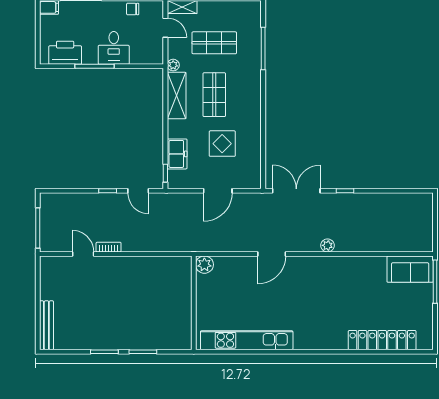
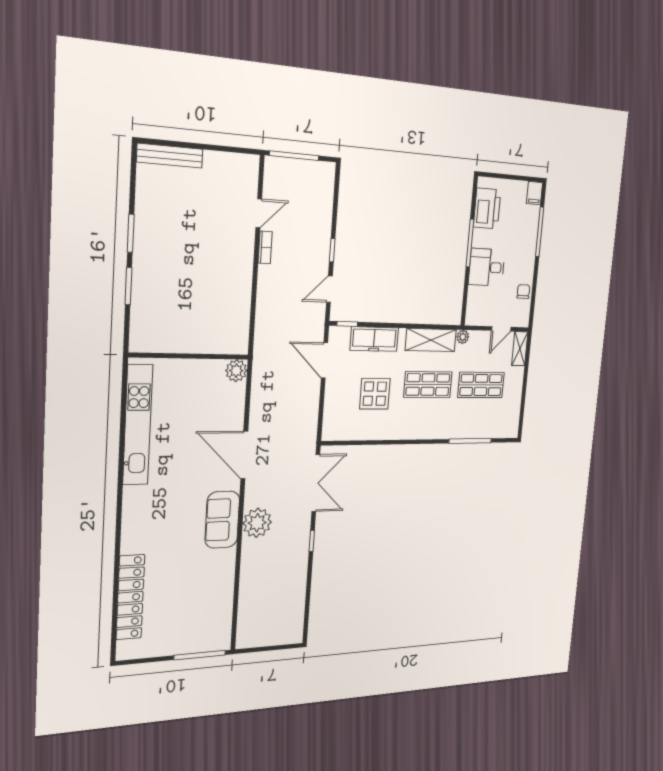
shop shelf: (214, 43) -> (481, 385), turned 90
freezer: (177, 154) -> (374, 339), width x1.40
door: (218, 191) -> (324, 361), moved
plant: (327, 245) -> (257, 523), width x1.87, depth x1.87
door: (272, 254) -> (244, 455), width x1.36
sofa: (410, 269) -> (222, 520), moved

